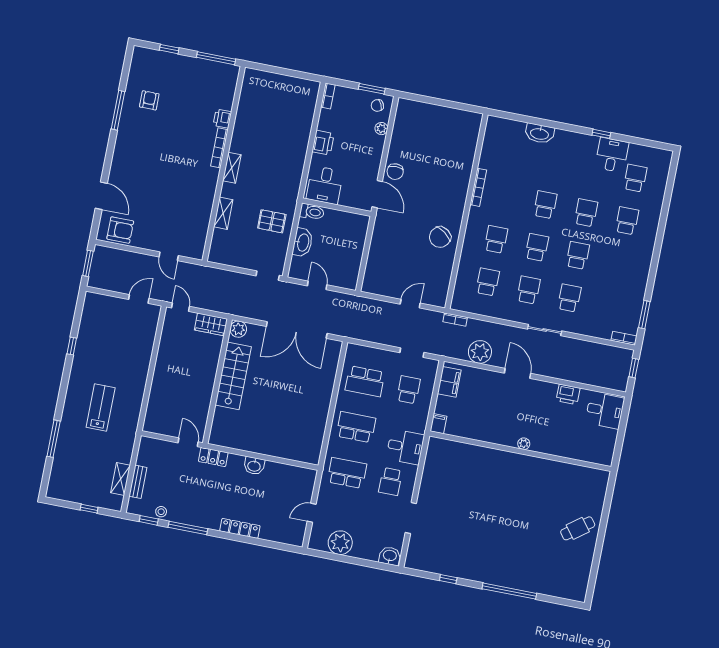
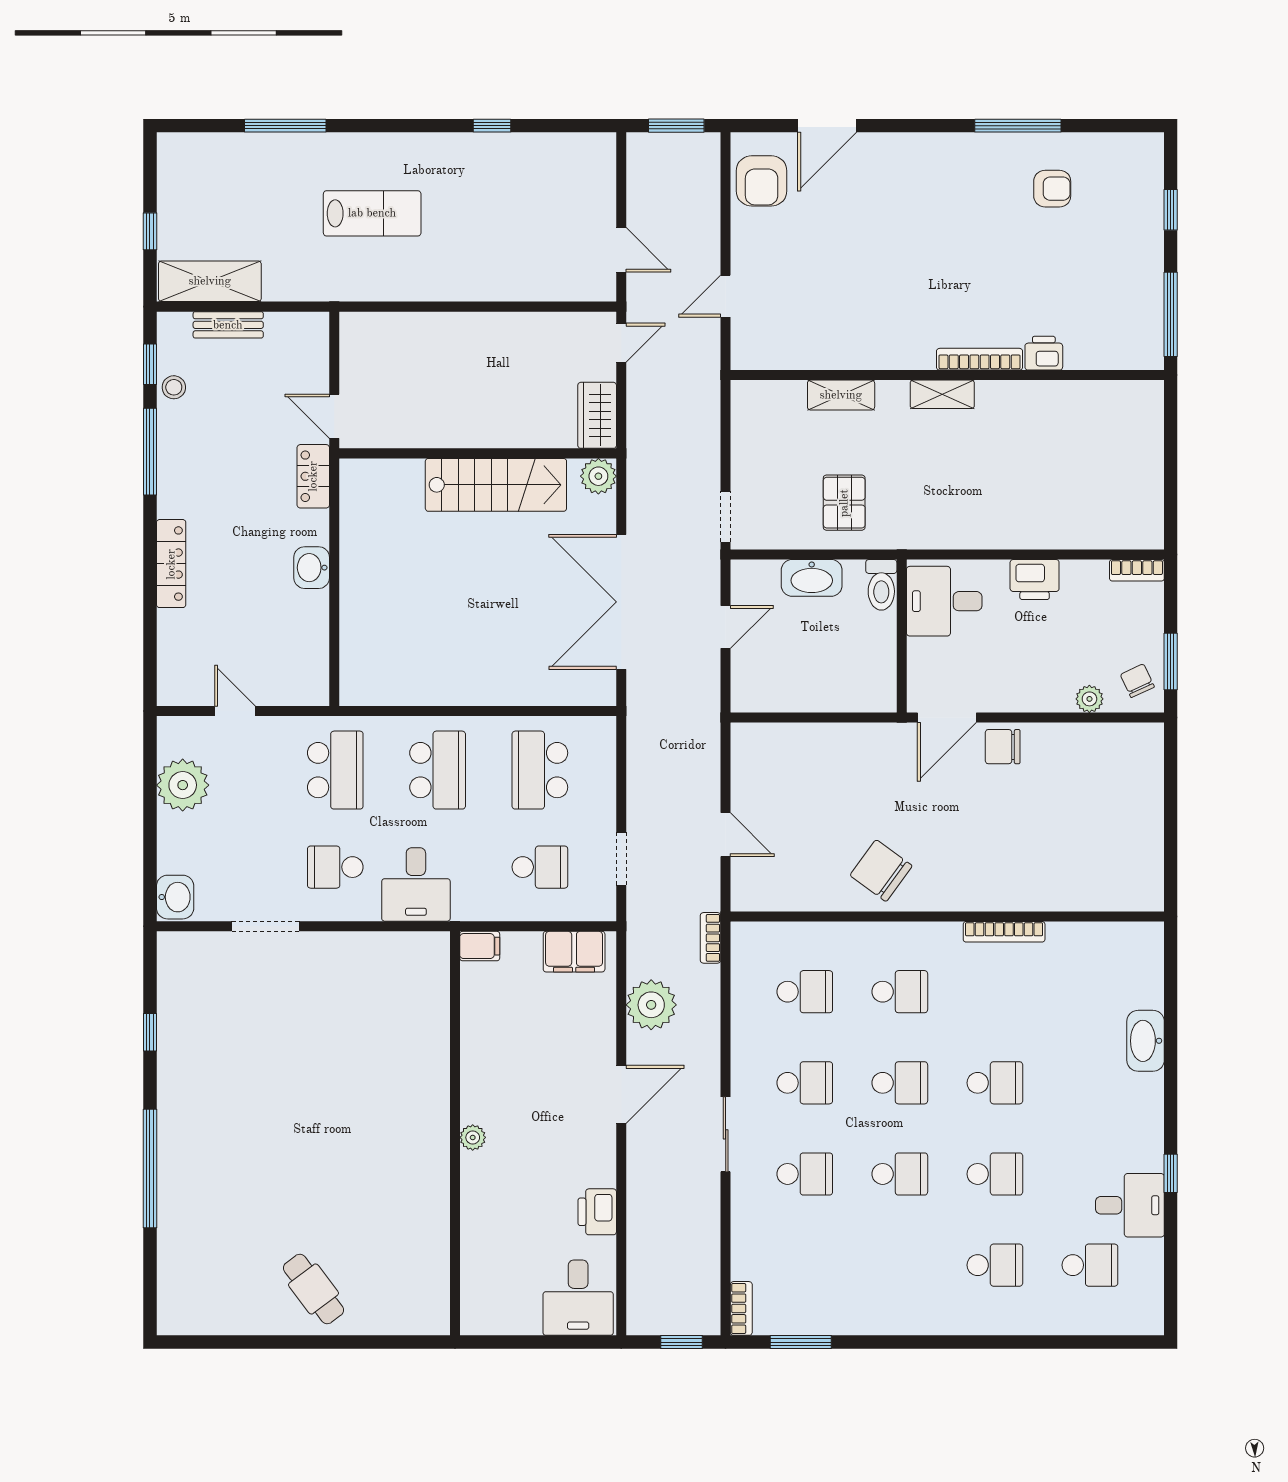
door: (188, 442) -> (334, 416), swing flipped
shelving: (121, 479) -> (210, 281), width x1.50, depth x1.33

